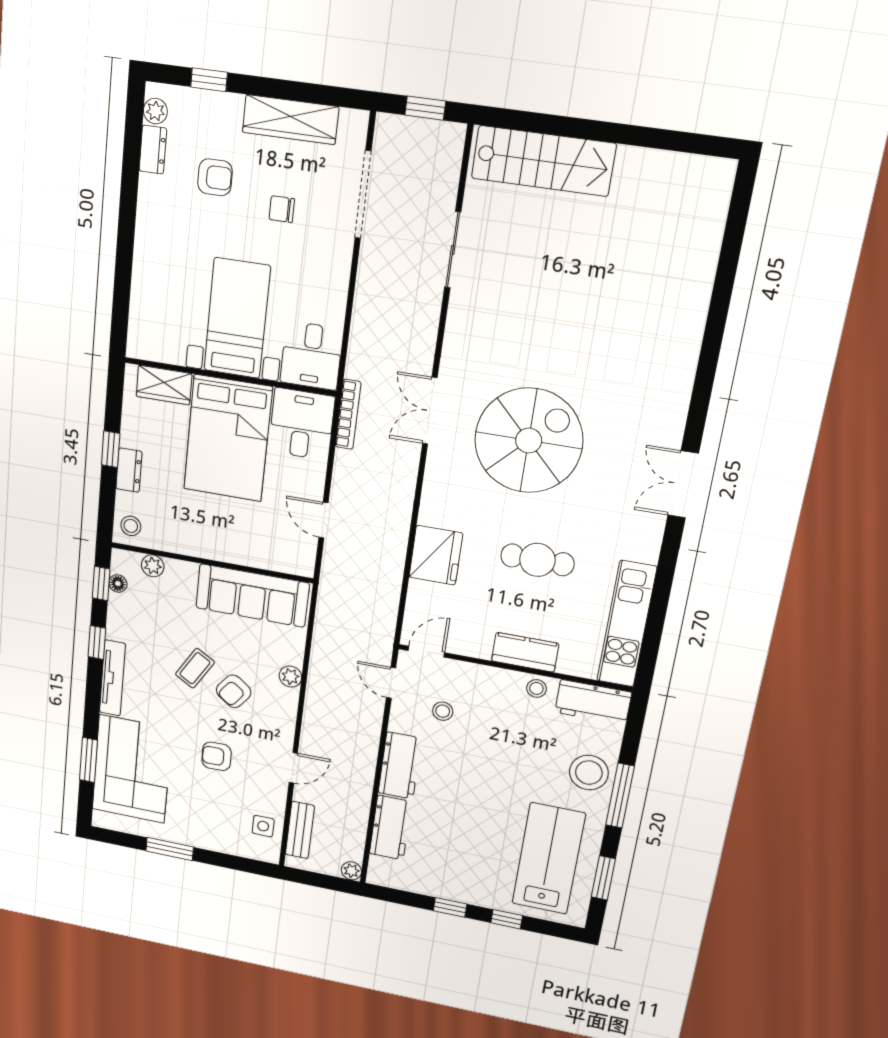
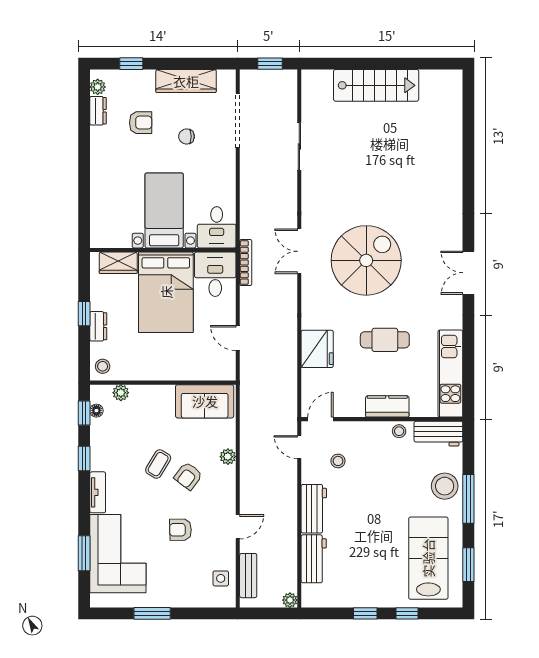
stairs: (543, 161) -> (376, 85), moved
sofa: (252, 595) -> (205, 401), width x0.73
tv unit: (112, 678) -> (98, 492), width x0.71

